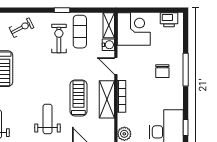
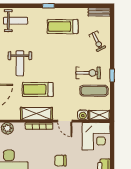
door: (116, 66) -> (65, 121), swing flipped
treadmill: (78, 98) -> (38, 89), turned 180
weight bench: (48, 119) -> (20, 63), turned 90

